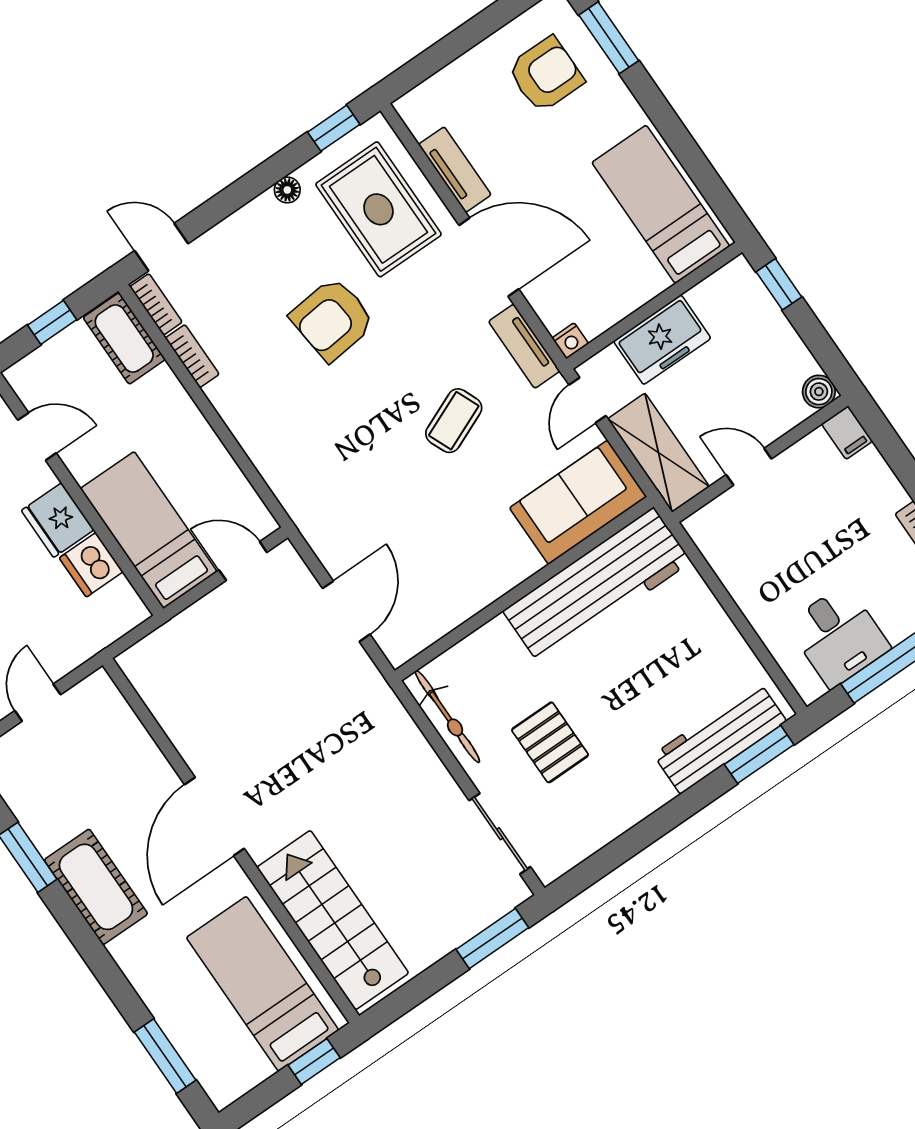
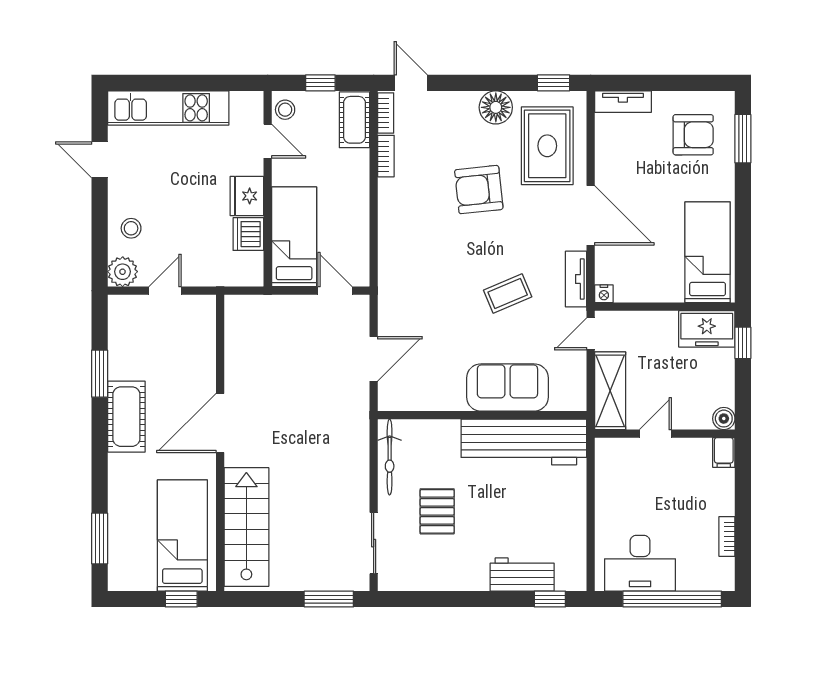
tv unit: (455, 170) -> (623, 102), moved, turned 90
floor lamp: (287, 190) -> (496, 107), width x1.89, depth x1.89
freezer: (662, 340) -> (707, 329), moved
stool: (32, 384) -> (285, 110), added
door: (749, 467) -> (655, 434), hinge flipped
sofa: (578, 502) -> (507, 387), moved
desk: (838, 636) -> (640, 563), width x1.37
workbench: (720, 738) -> (522, 575), width x0.73
window: (759, 754) -> (550, 599), width x0.67

